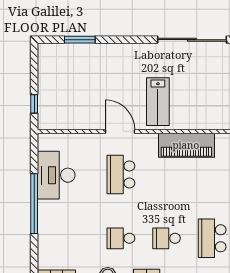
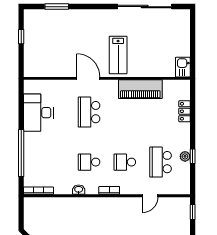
window: (34, 104) -> (21, 37), moved
window: (34, 204) -> (21, 153), moved

